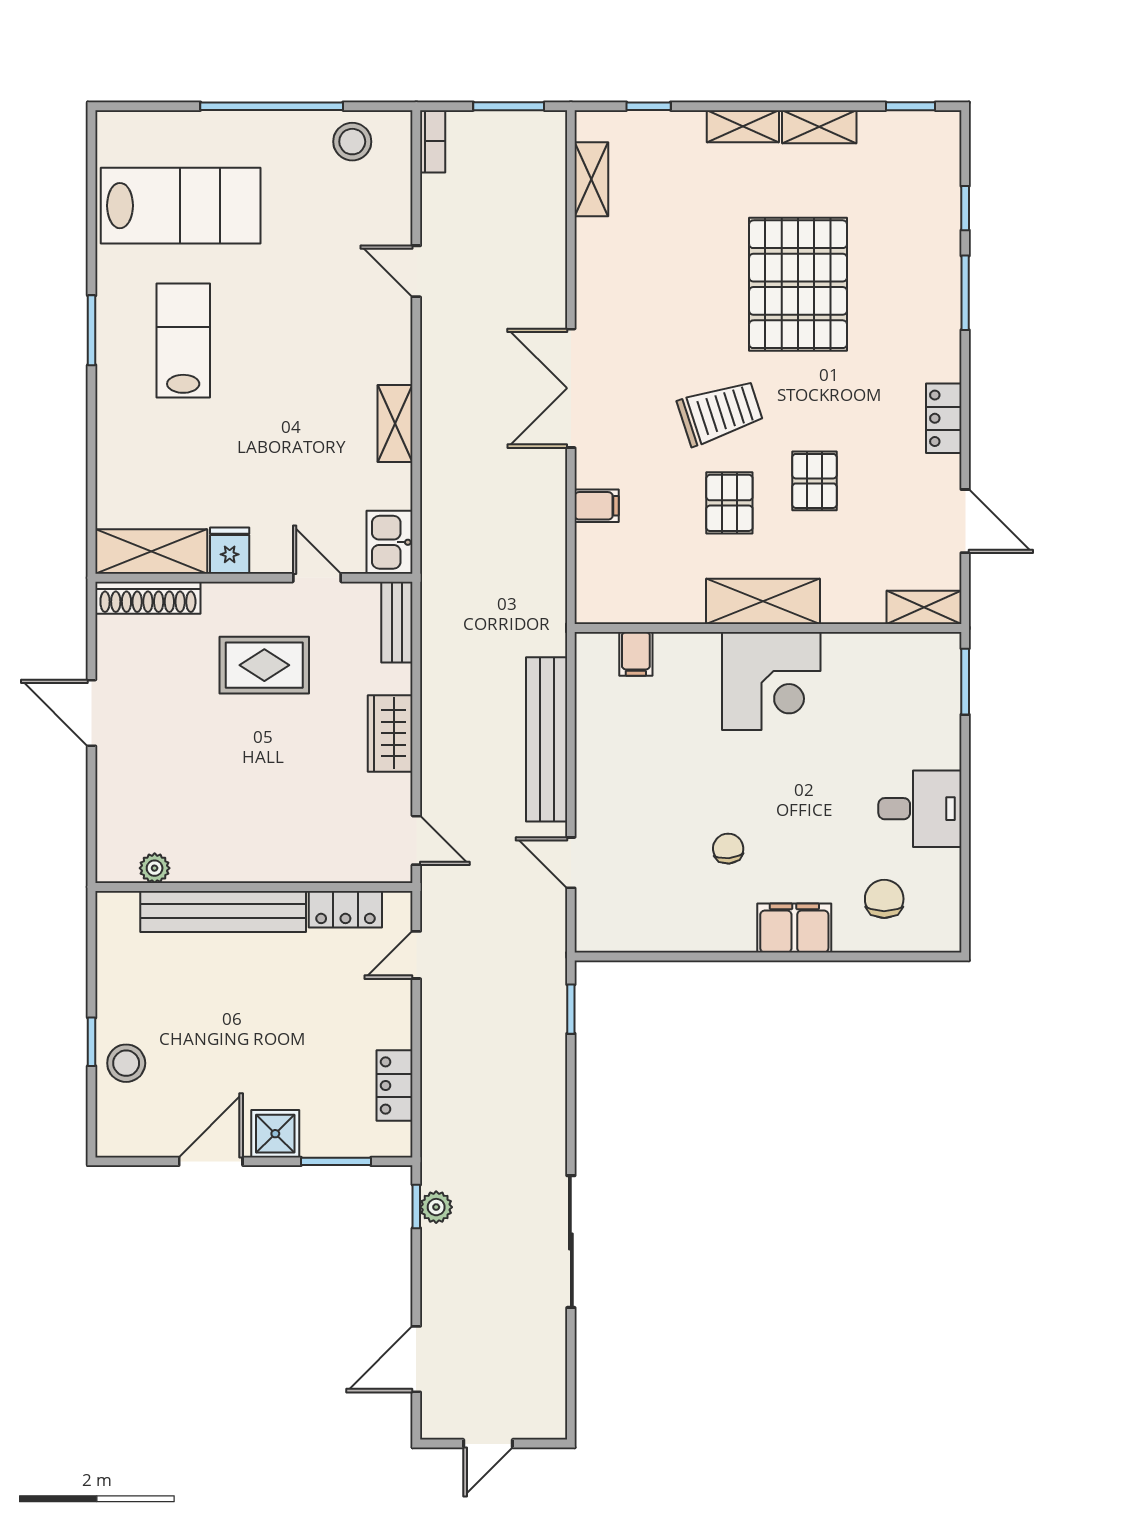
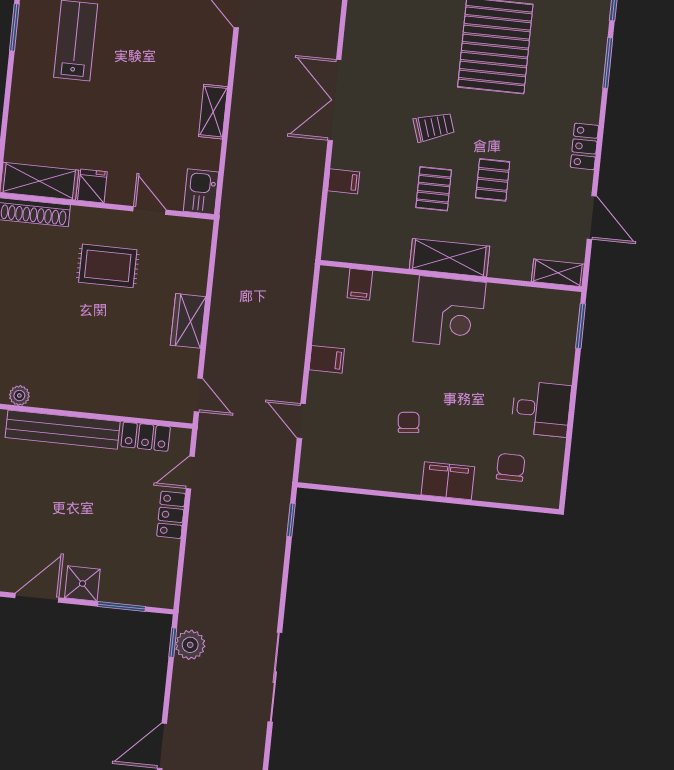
trolley: (720, 412) -> (434, 127), width x0.73, depth x0.72
bench: (397, 622) -> (200, 246), removed
bench: (547, 739) -> (293, 336), removed
filing cabinet: (599, 769) -> (327, 359), added
locker: (395, 1085) -> (171, 515), moved
plant: (436, 1207) -> (190, 645), width x1.38, depth x1.38

